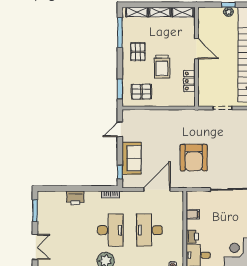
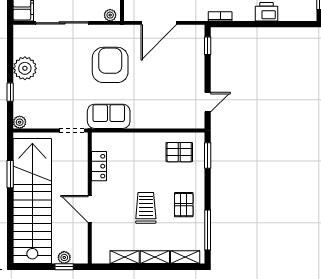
door: (196, 49) -> (90, 209), moved
wall: (196, 57) -> (90, 198), moved
trolley: (162, 67) -> (146, 208), moved
locker: (189, 81) -> (99, 166), moved
sofa: (131, 158) -> (109, 116), moved, turned 90
plant: (194, 195) -> (110, 15), added

